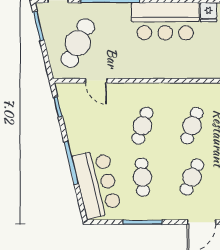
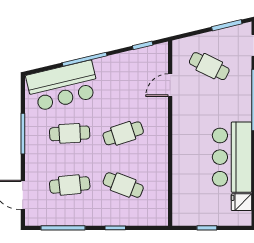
cafe table: (78, 43) -> (209, 66), width x0.73, depth x0.74
cafe table: (142, 126) -> (123, 133), turned -36
cafe table: (192, 177) -> (70, 185), turned -30

